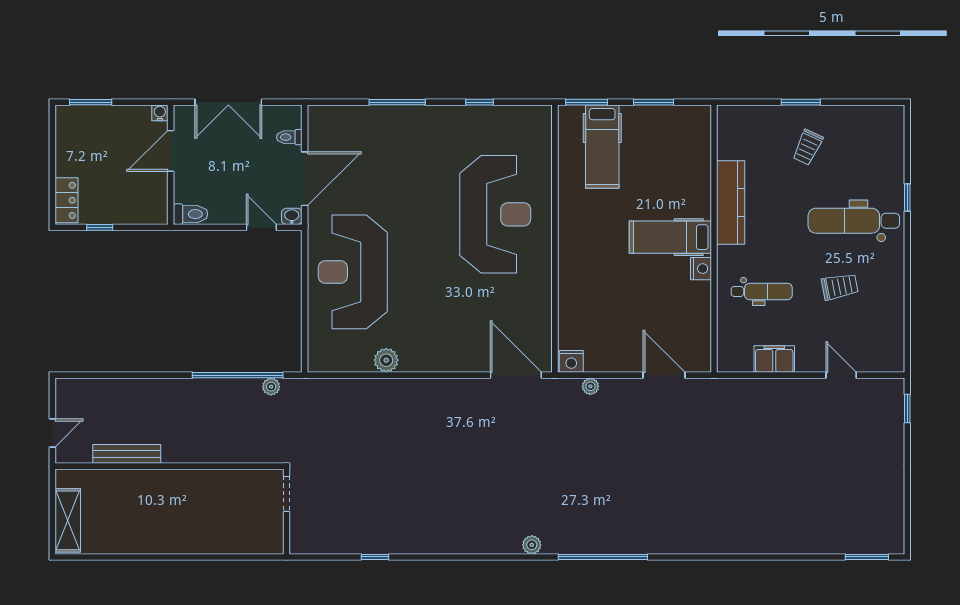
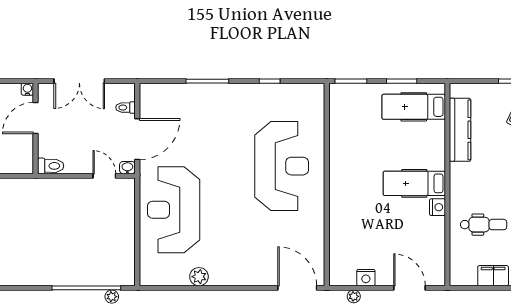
hospital bed: (602, 147) -> (414, 107), moved, turned 90
kitchen counter: (731, 202) -> (460, 130), moved
nightstand: (571, 361) -> (366, 278), moved

